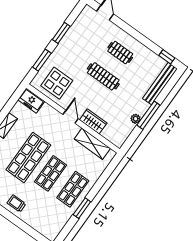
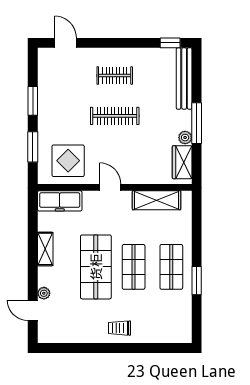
freezer: (31, 101) -> (60, 201), width x1.40
wardrobe: (93, 121) -> (182, 162), moved, turned -90

